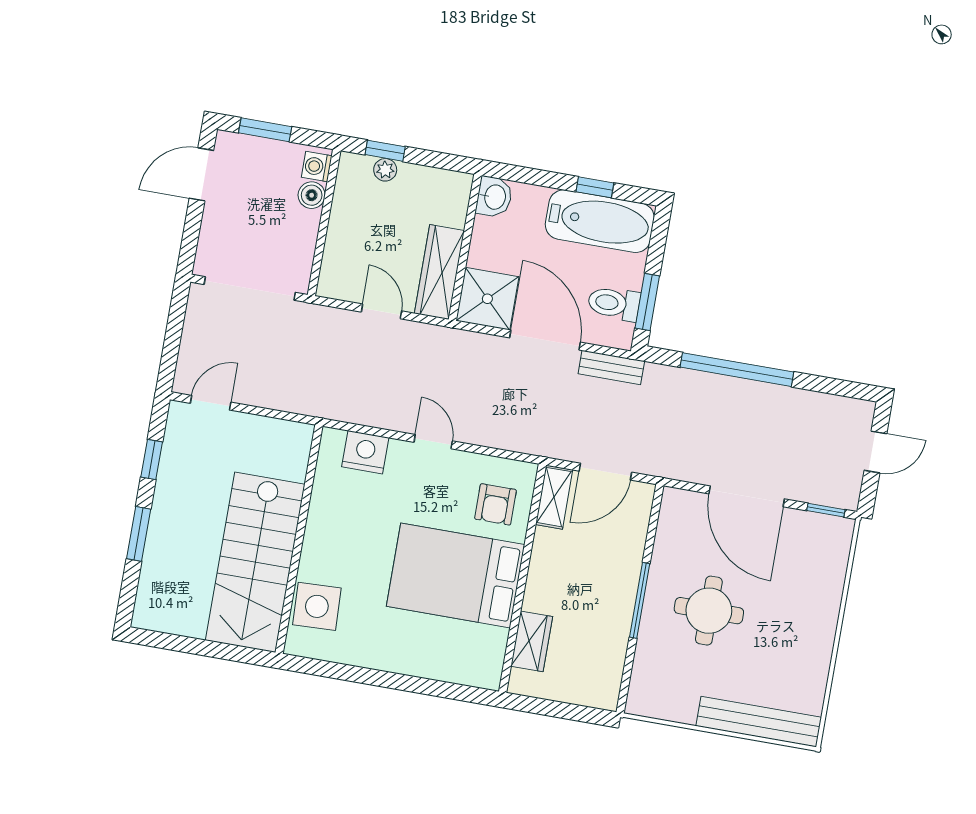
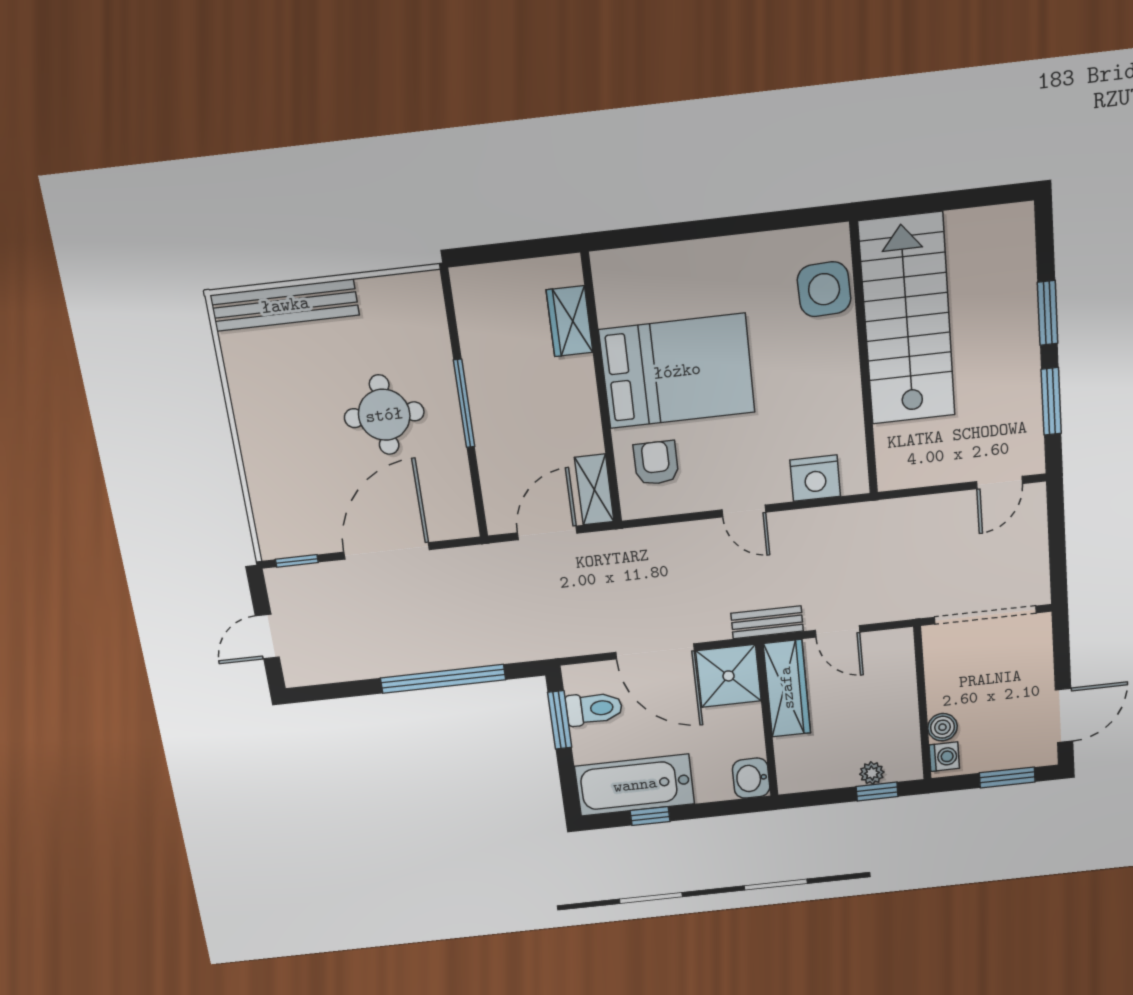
bench: (611, 367) -> (767, 622), moved
window: (152, 459) -> (1051, 401), width x1.50
door: (747, 496) -> (387, 551), hinge flipped

